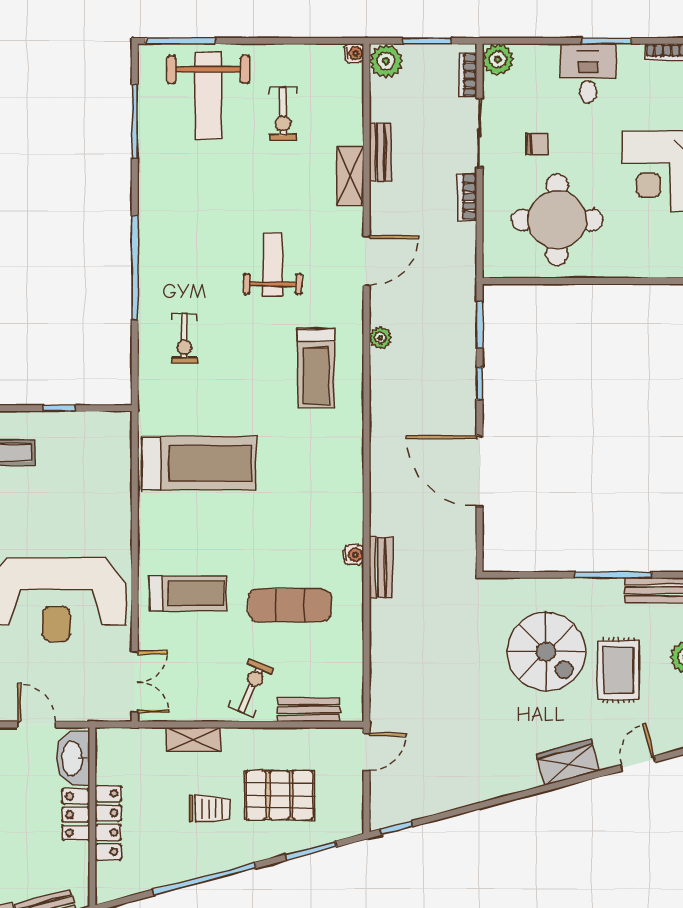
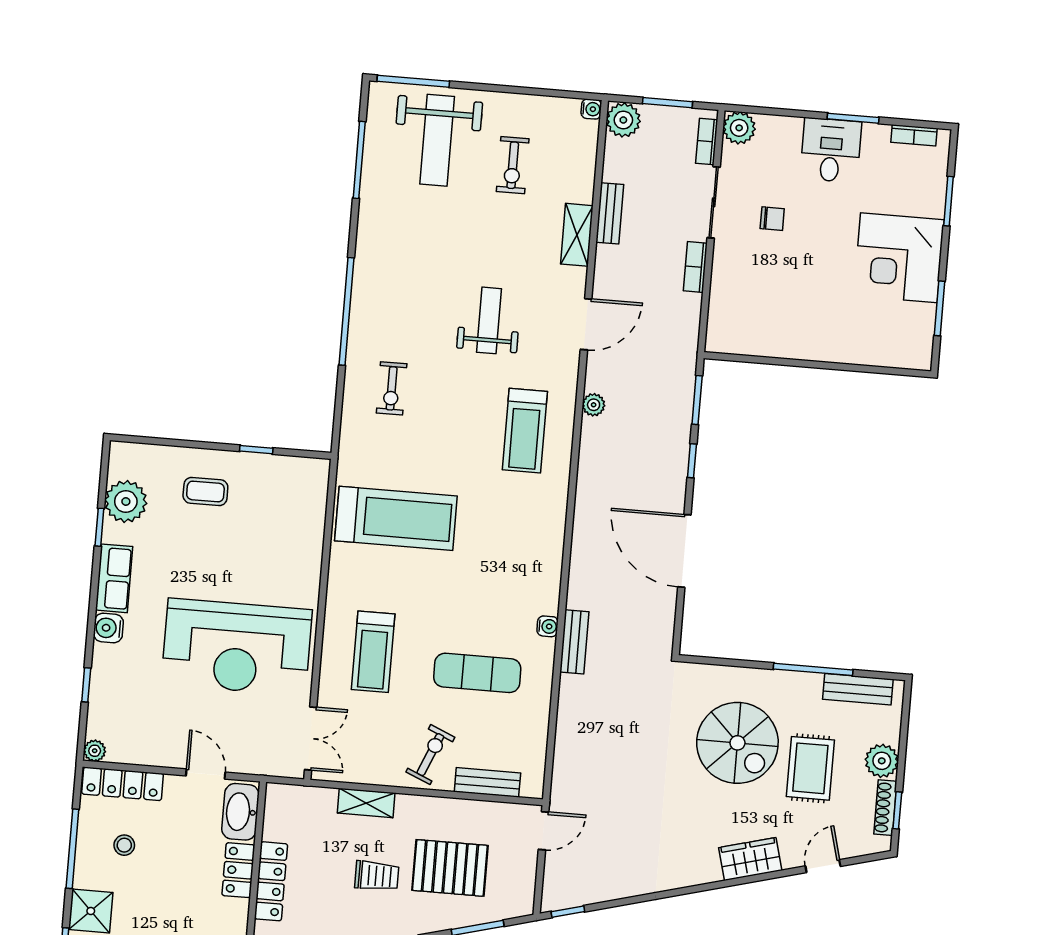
round table: (557, 220) -> (786, 298), removed
treadmill: (188, 593) -> (373, 652), turned 90

